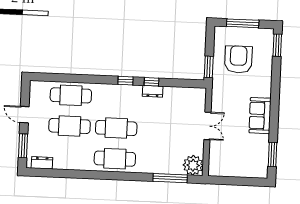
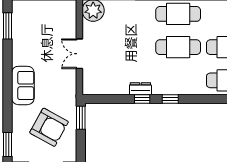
armchair: (238, 59) -> (49, 127), turned -61
sofa: (260, 116) -> (23, 85), moved

